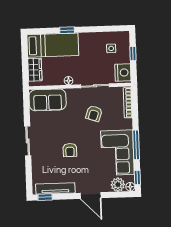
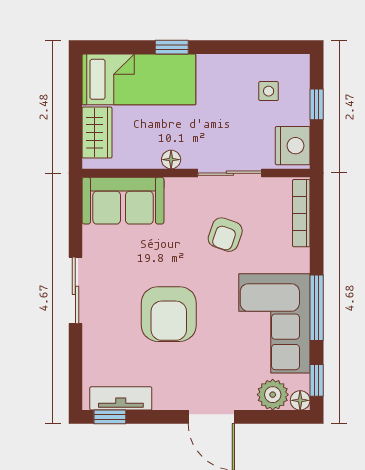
armchair: (70, 150) -> (169, 314), width x1.88, depth x1.88
tv unit: (55, 188) -> (121, 398), width x0.71

